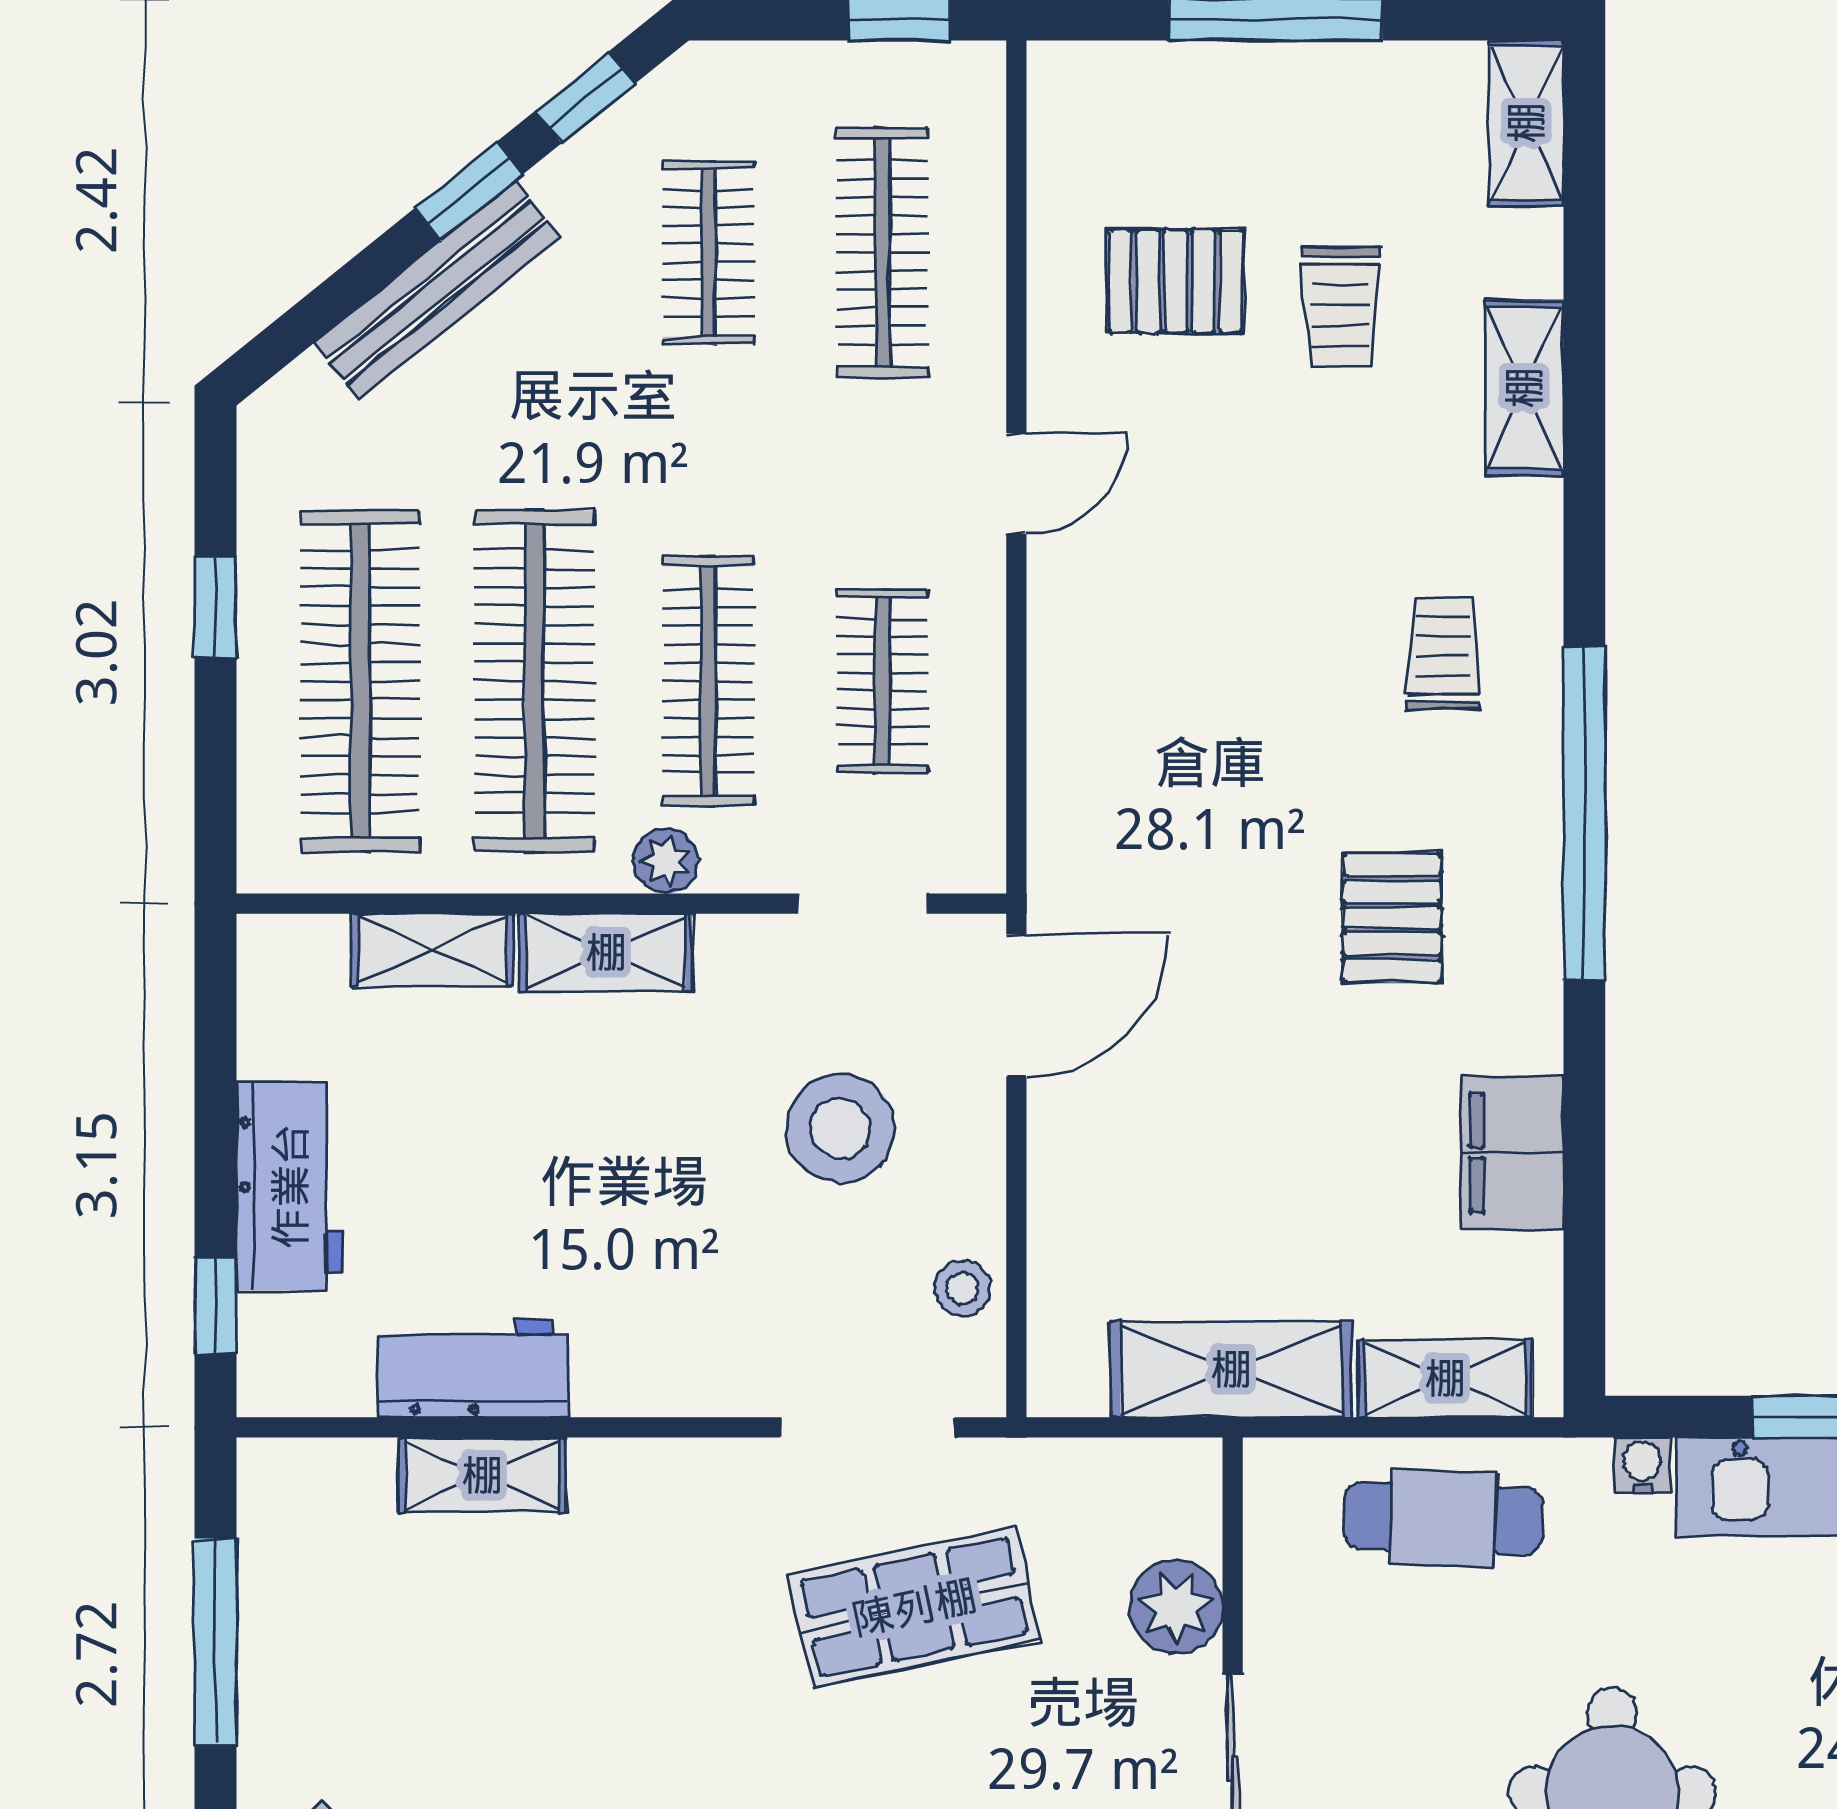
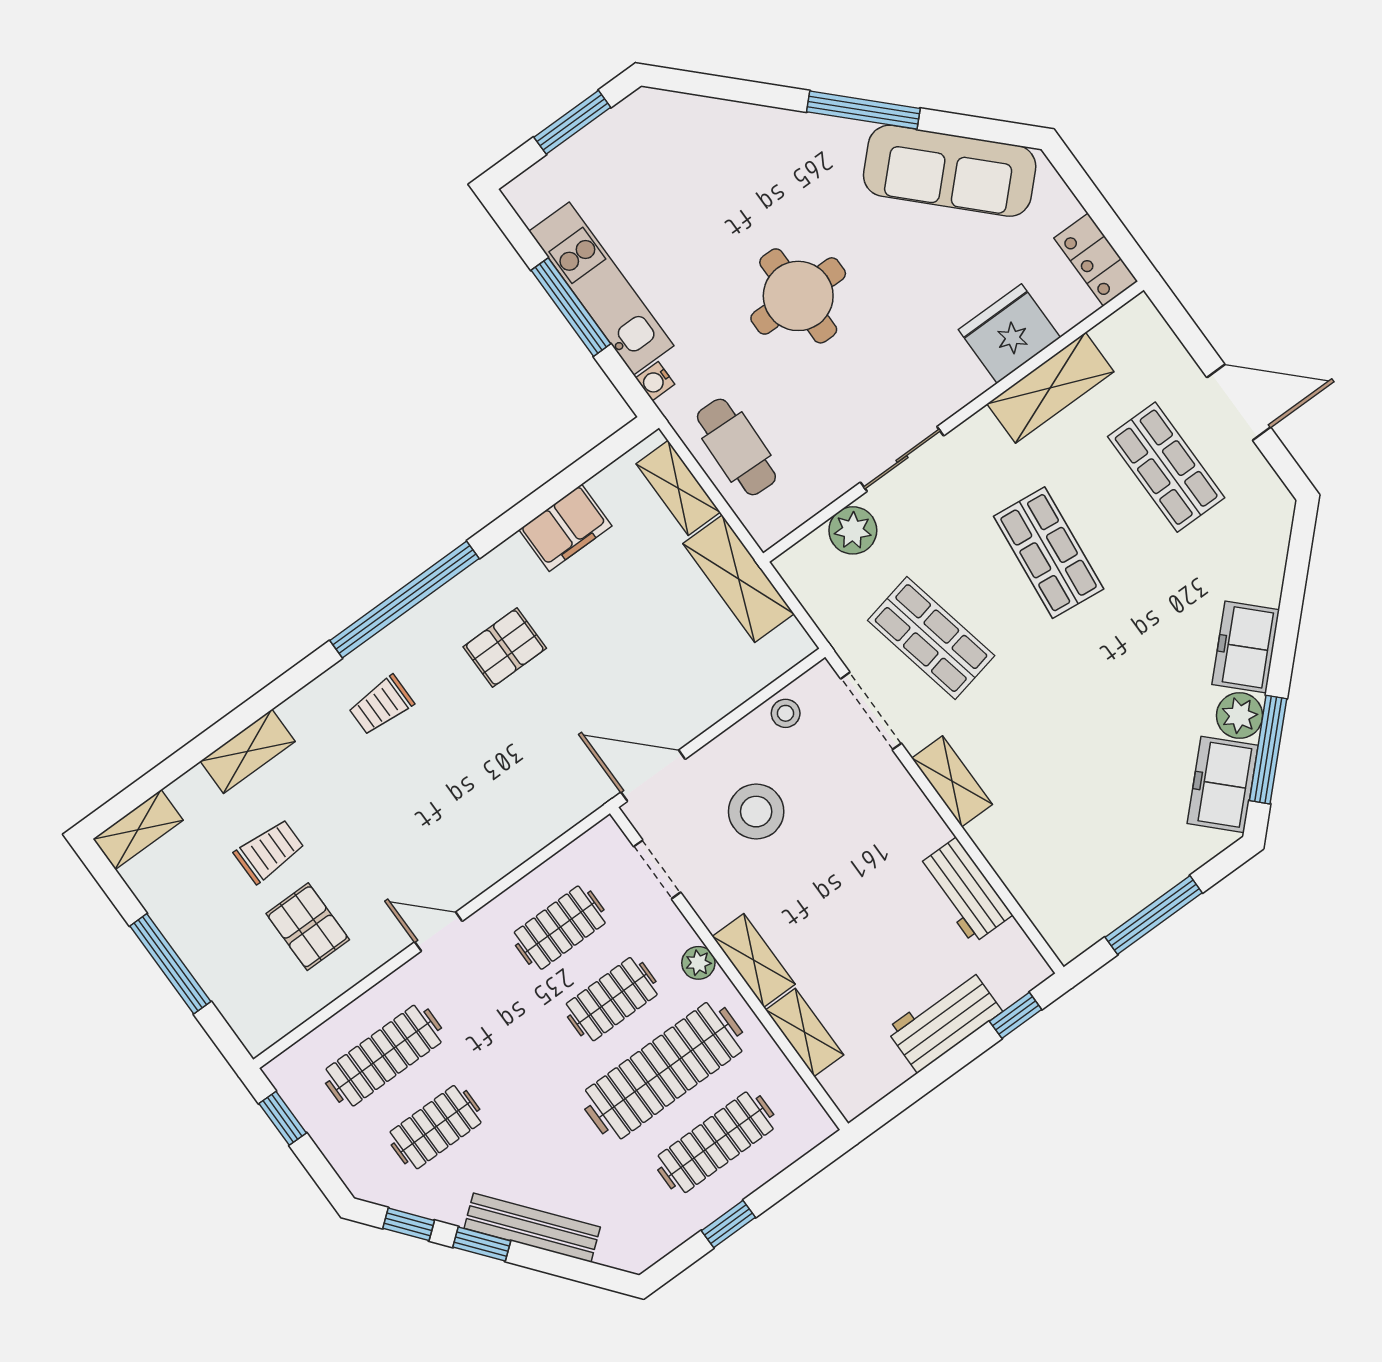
clothes rail: (360, 681) -> (716, 1142), width x0.73, depth x0.76
clothes rail: (708, 681) -> (612, 999), width x0.73
shelving: (482, 1475) -> (952, 781), moved

